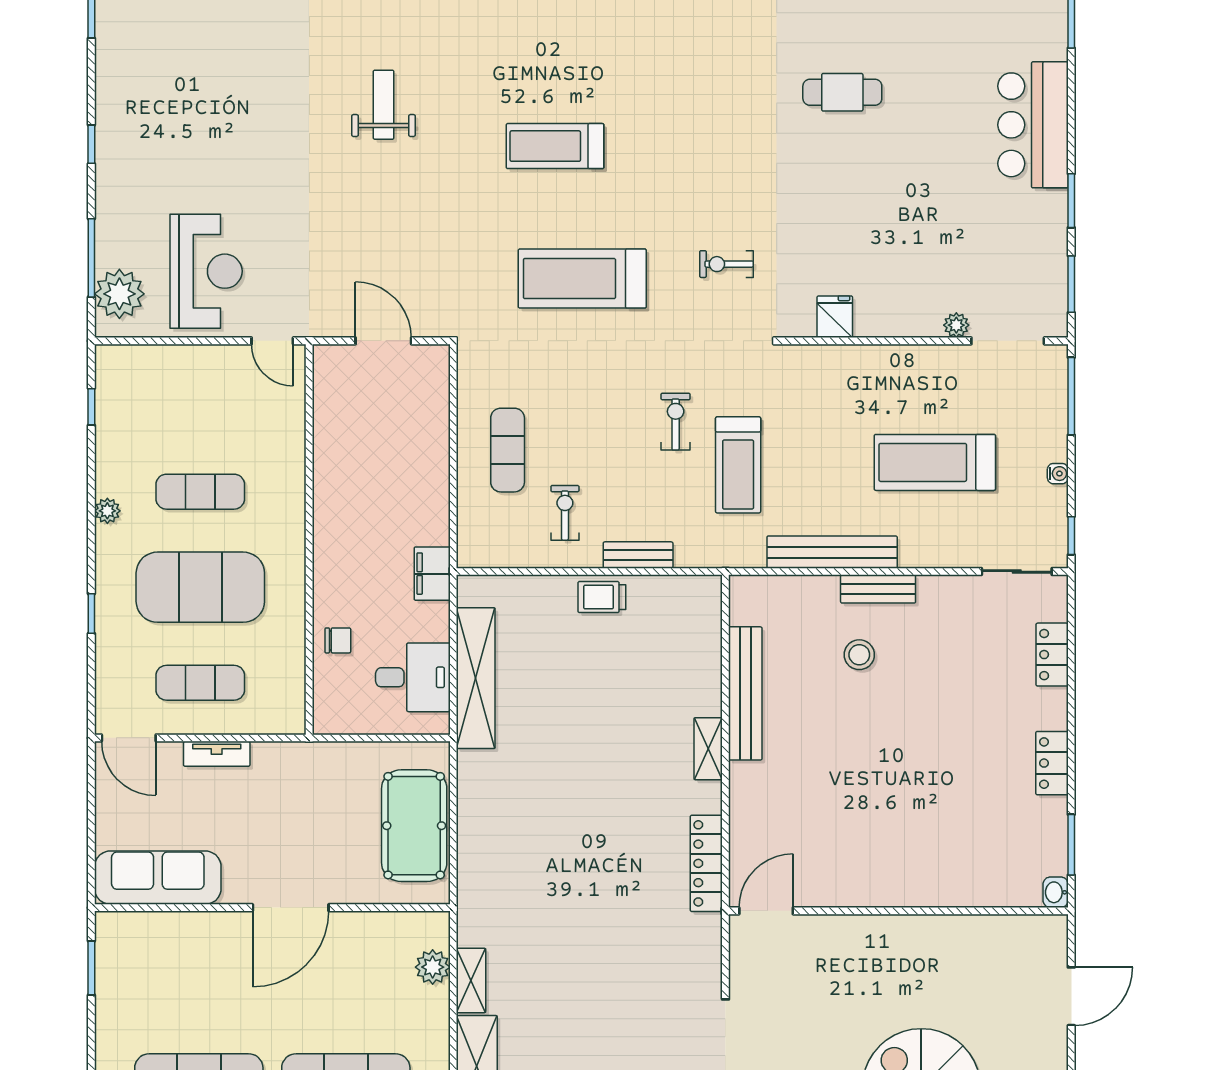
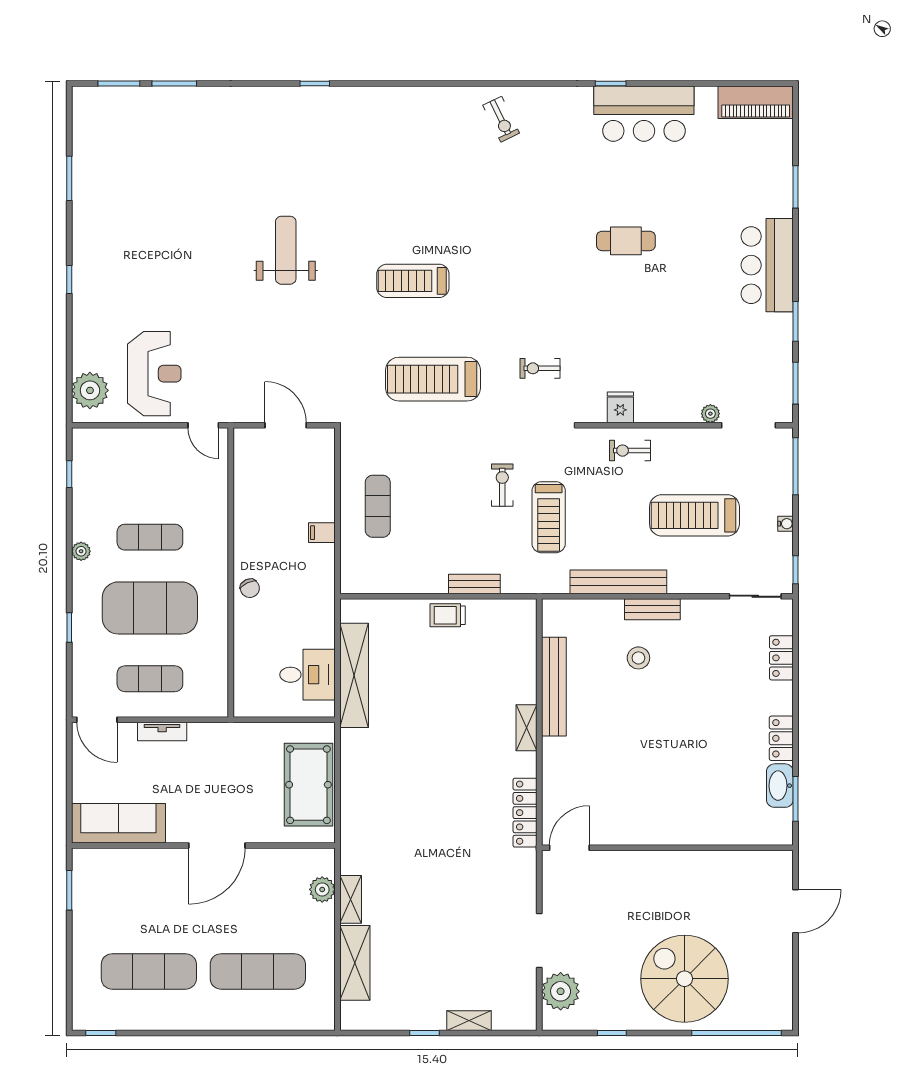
weight bench: (384, 105) -> (286, 250), width x1.36, depth x1.33
window: (91, 258) -> (69, 364), removed
exercise bike: (565, 513) -> (630, 451), moved, turned -90
filing cabinet: (432, 574) -> (322, 533), moved, width x0.50
chair: (338, 640) -> (250, 588), moved, turned 65
washbasin: (1056, 892) -> (780, 786), moved, width x1.91, depth x1.45

